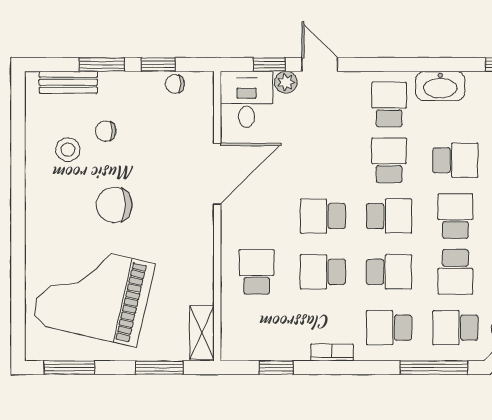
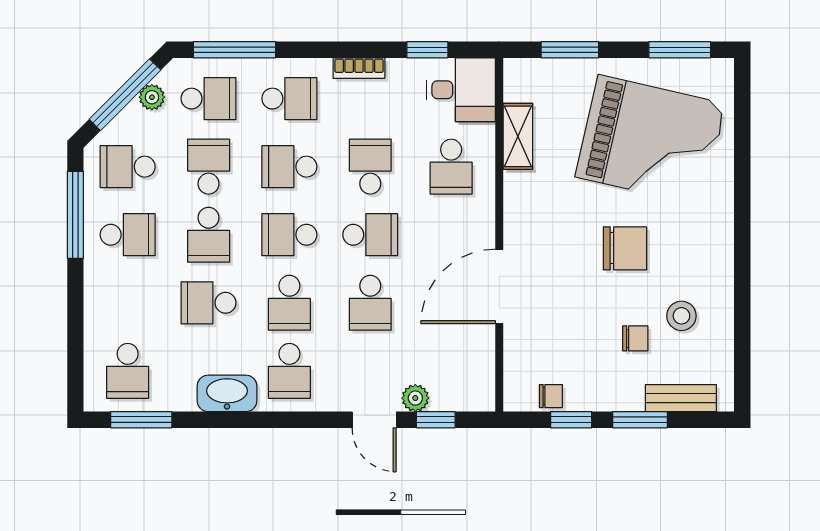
desk: (247, 99) -> (461, 90), moved, turned -90
school desk: (323, 160) -> (370, 303), added
school desk: (323, 272) -> (370, 167), turned -90
shelving: (202, 332) -> (518, 136), moved

